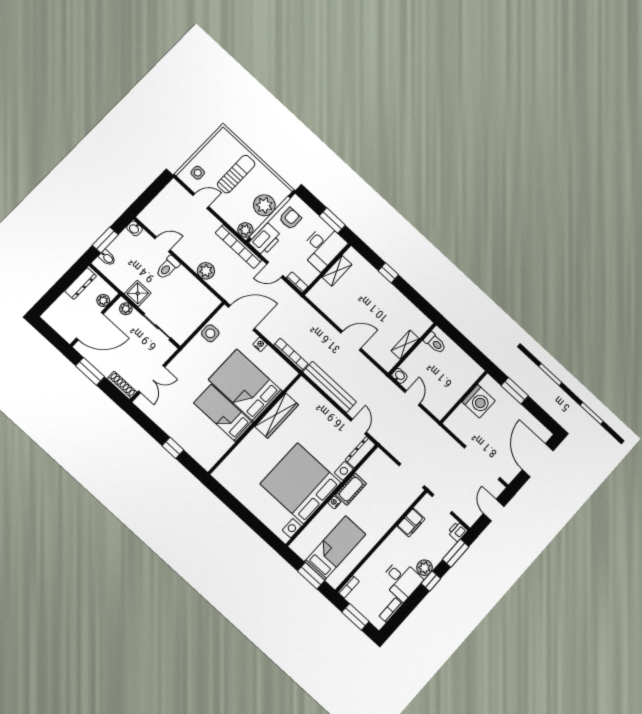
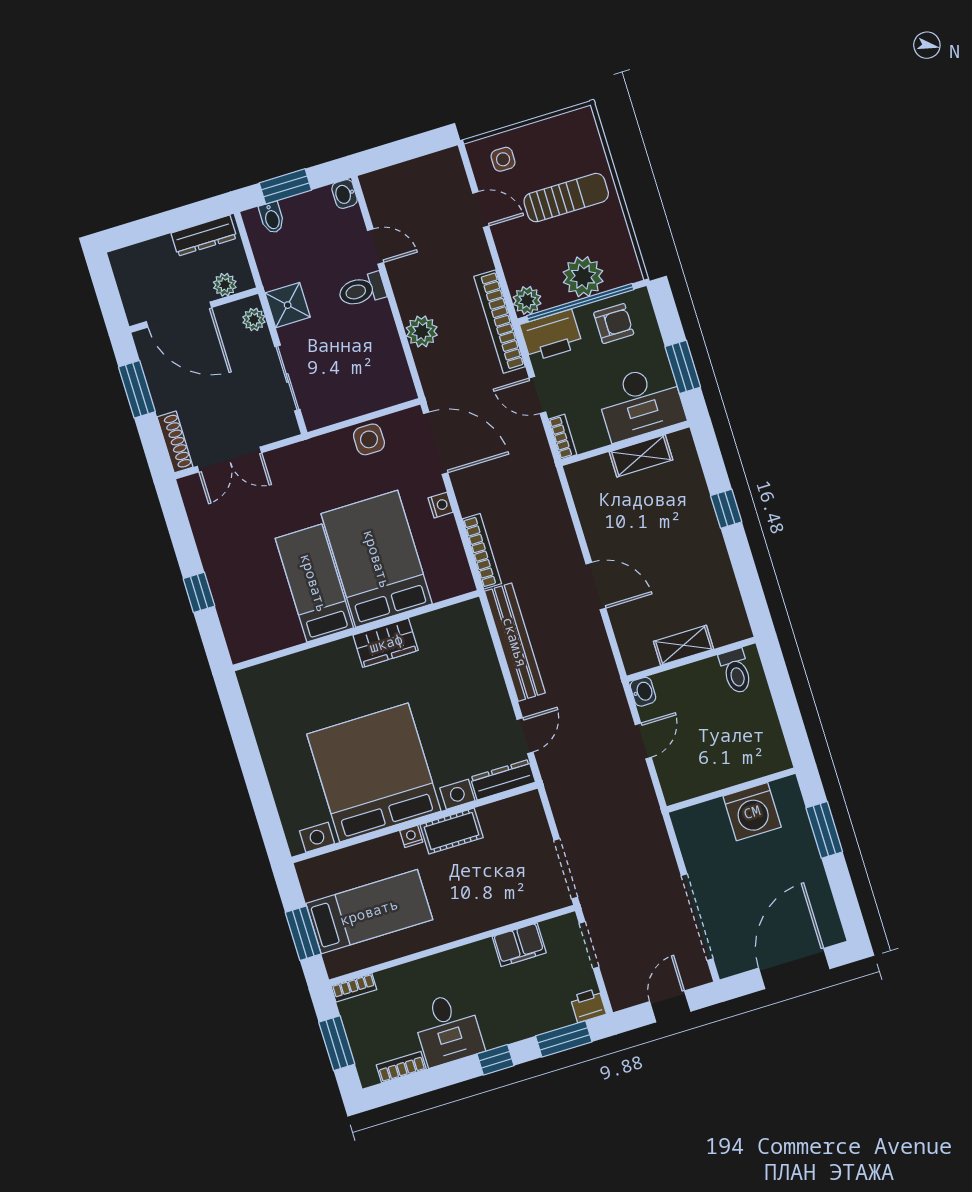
wardrobe: (277, 416) -> (386, 643), width x0.67
plant: (425, 568) -> (498, 1032), removed

